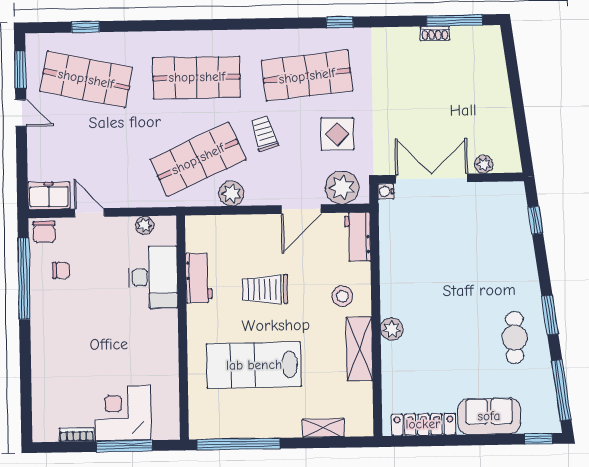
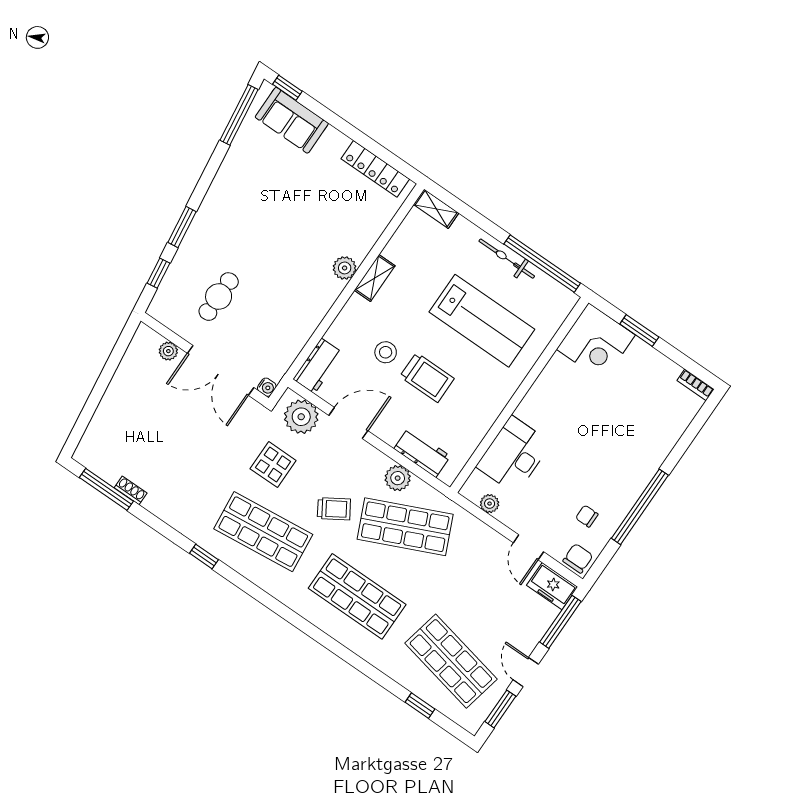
trolley: (264, 133) -> (334, 509), turned -106
window: (22, 172) -> (560, 622), added
workbench: (199, 278) -> (422, 452), moved, turned 90
window: (24, 279) -> (640, 507), moved
stool: (342, 296) -> (386, 352), moved
window: (550, 315) -> (182, 227), moved
cafe table: (515, 338) -> (219, 297), moved
shelving: (359, 349) -> (375, 278), width x0.67, depth x0.75
corner desk: (123, 413) -> (596, 342), moved
sofa: (489, 416) -> (292, 120), moved
bicycle: (269, 428) -> (507, 259), added
shelving: (323, 428) -> (436, 209), moved
bookcase: (77, 435) -> (696, 385), moved
window: (124, 446) -> (639, 331), width x0.69

